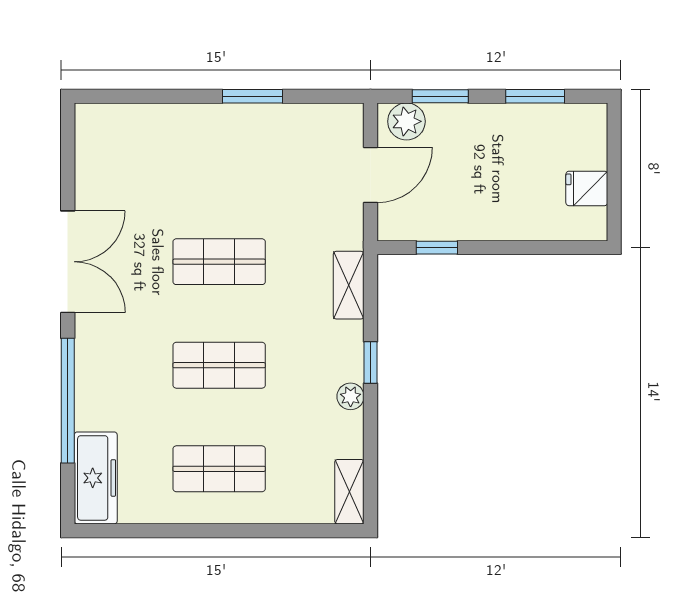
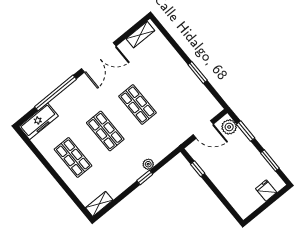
fridge: (587, 188) -> (266, 191), moved
shelving: (349, 285) -> (140, 35), moved
plant: (351, 396) -> (148, 164), moved

